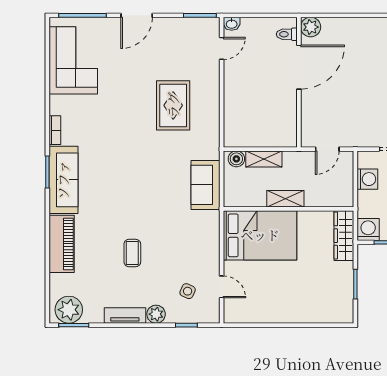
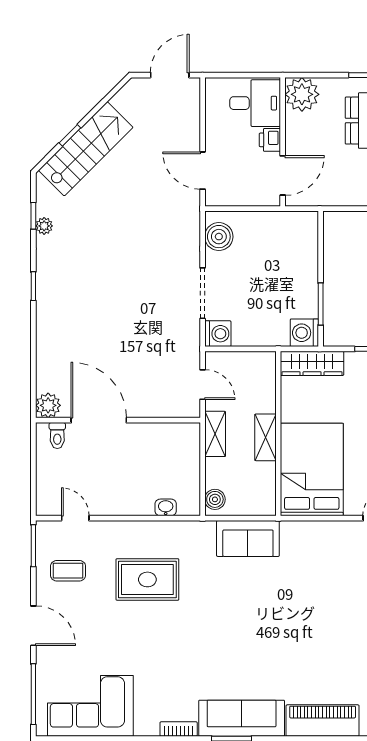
washbasin: (232, 24) -> (166, 507), moved, turned -90
shelving: (264, 159) -> (215, 434), moved
washing machine: (367, 179) -> (218, 334), moved, turned 90
coffee table: (132, 253) -> (68, 571), moved

